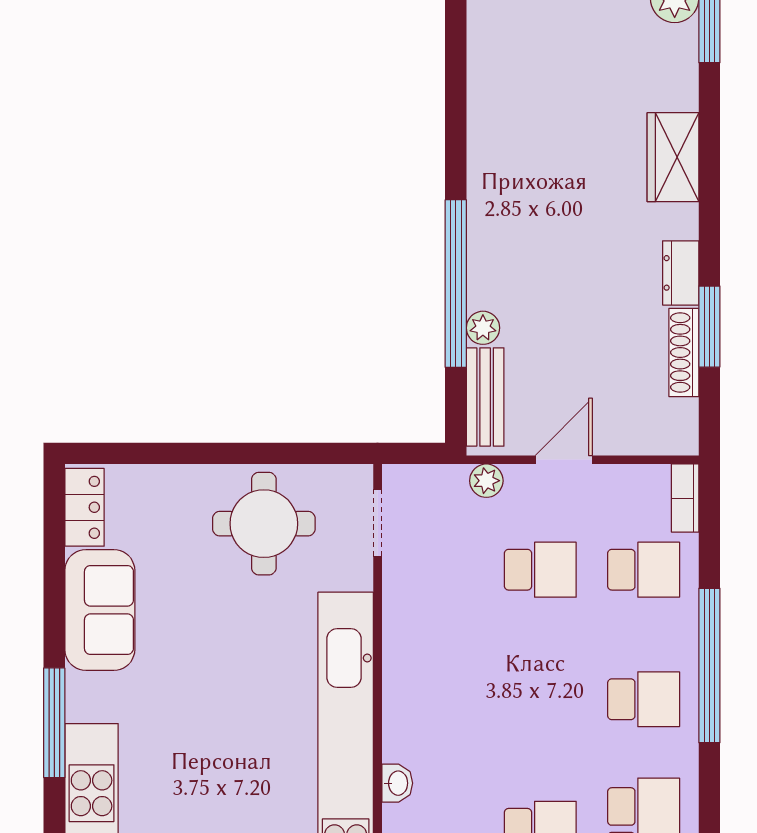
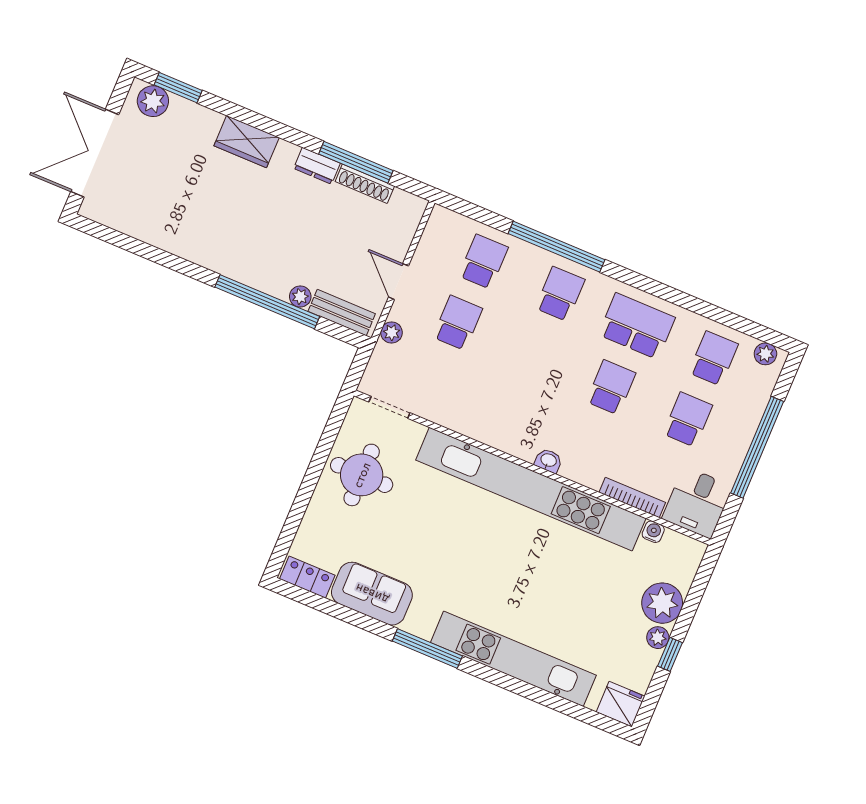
window: (709, 327) -> (356, 162), width x1.44
bookcase: (685, 498) -> (451, 219), removed

